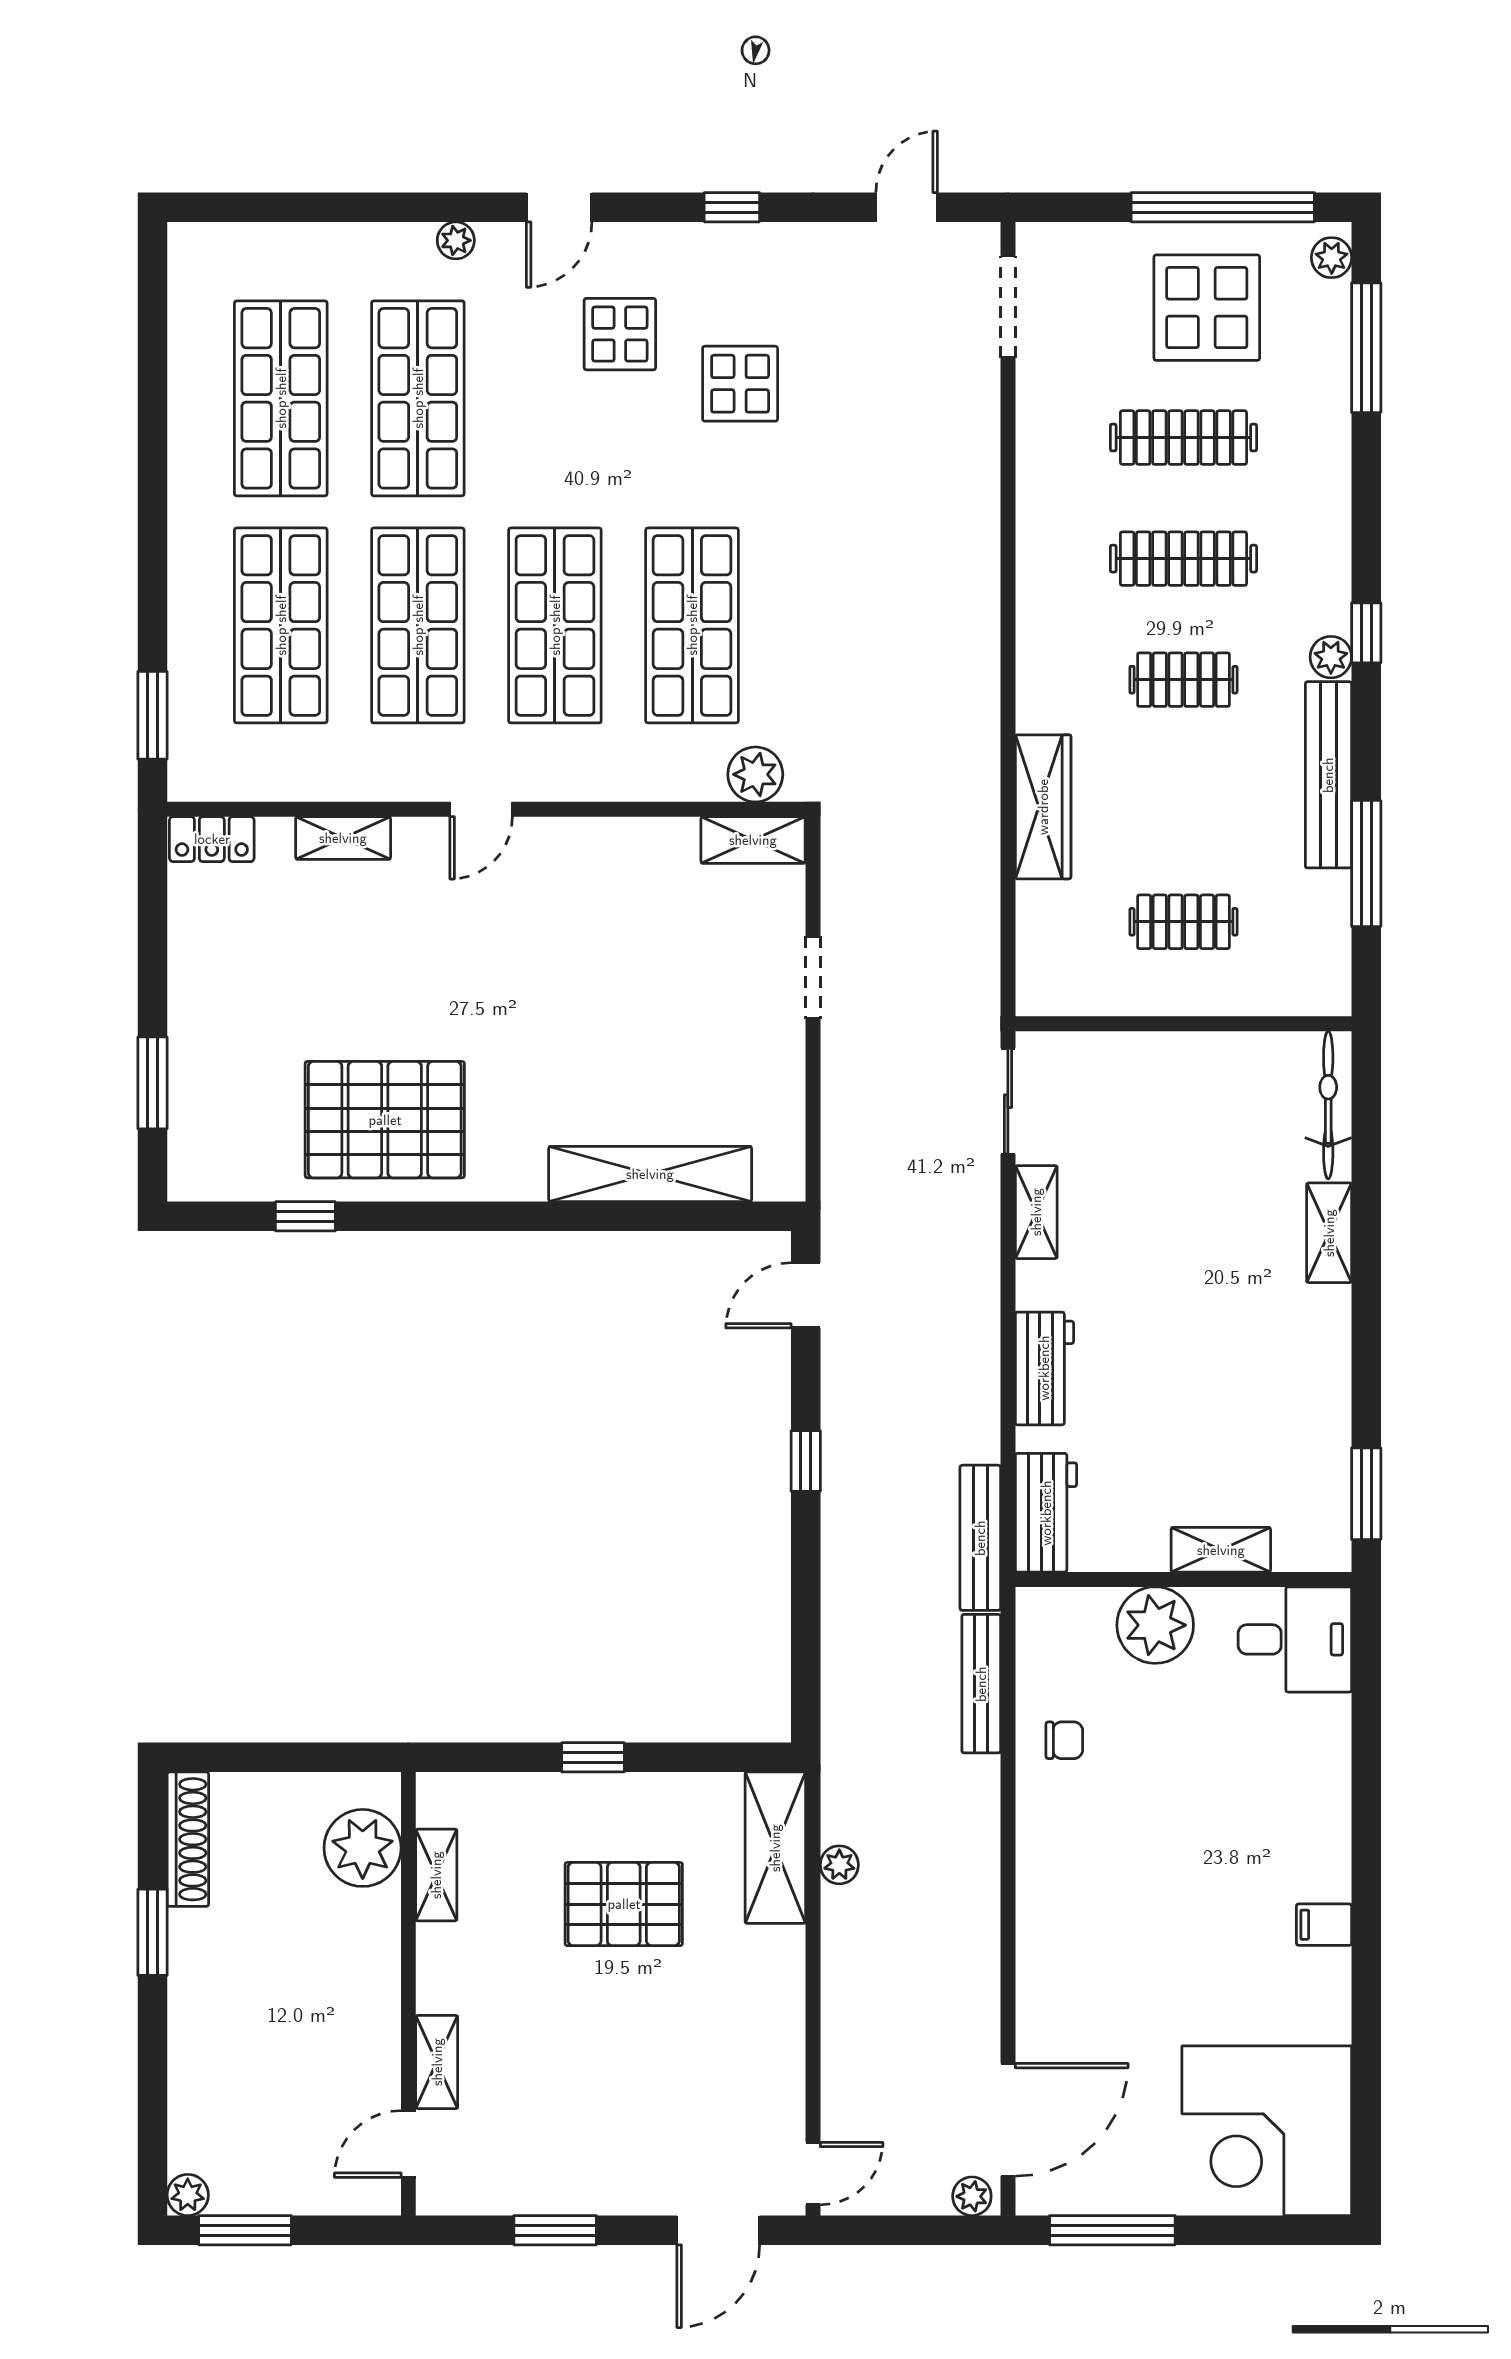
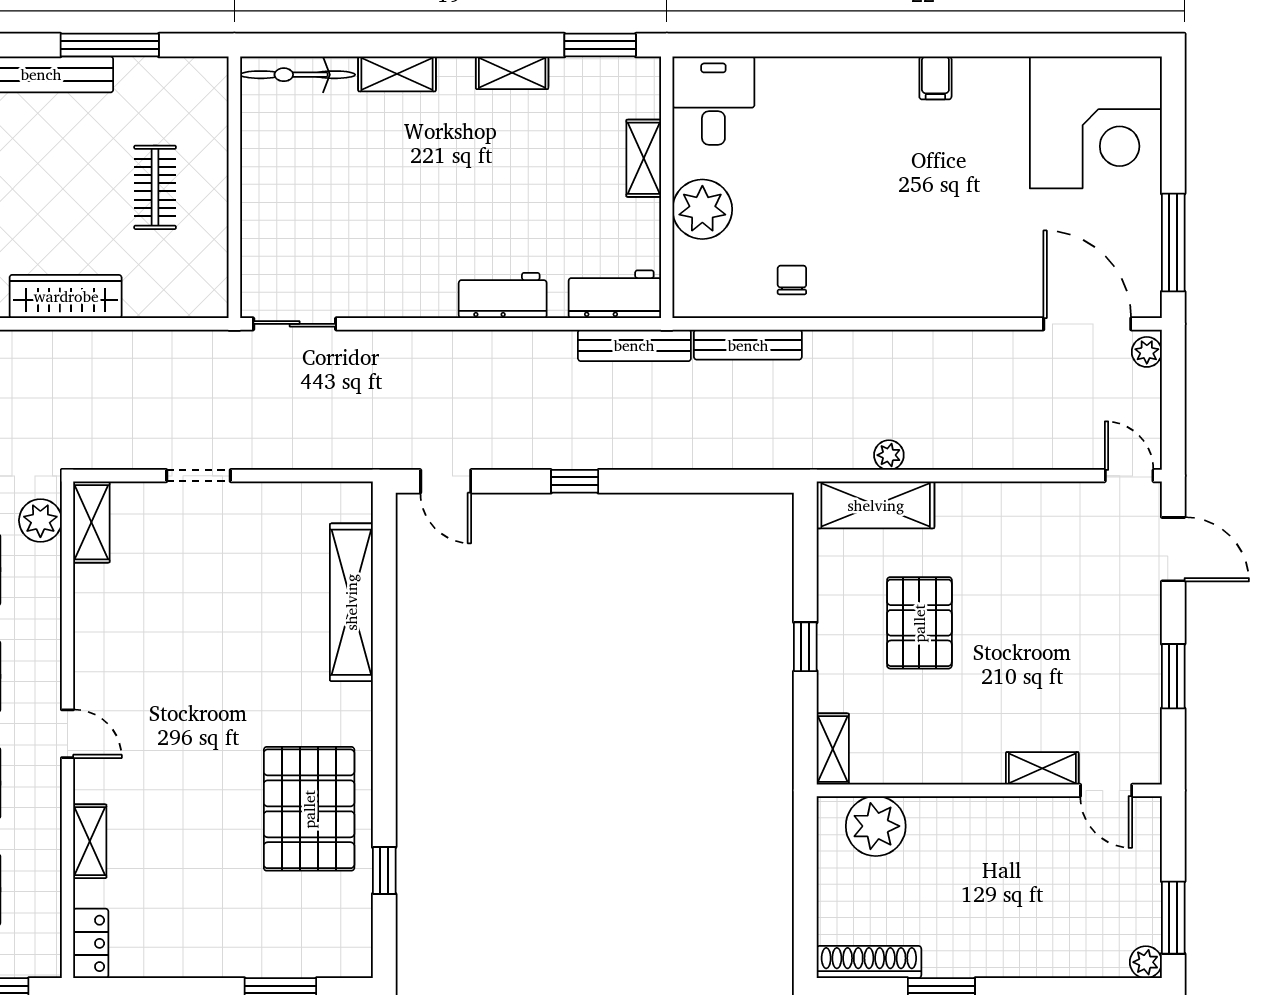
shelving: (1036, 1212) -> (512, 73), moved
shelving: (436, 1875) -> (833, 749), moved, turned 90

